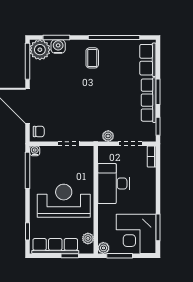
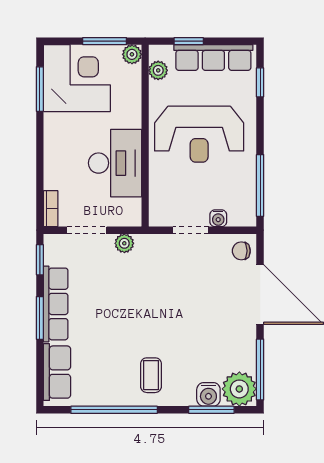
water cooler: (35, 151) -> (218, 218), moved

